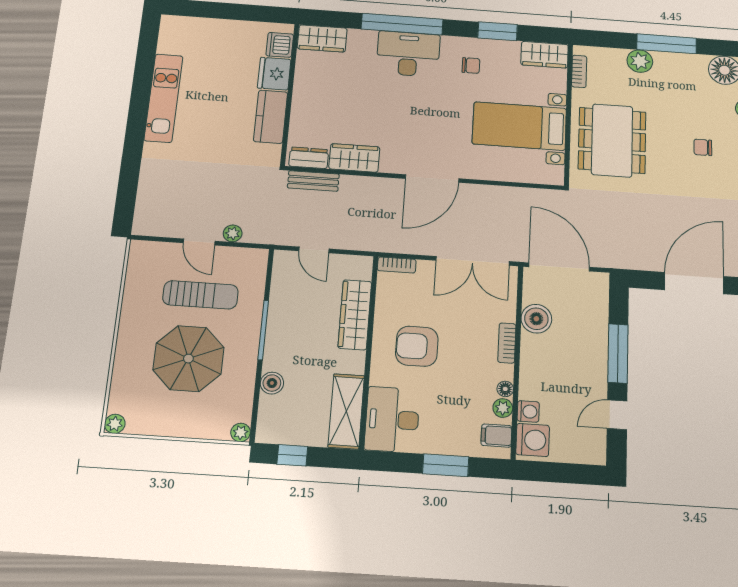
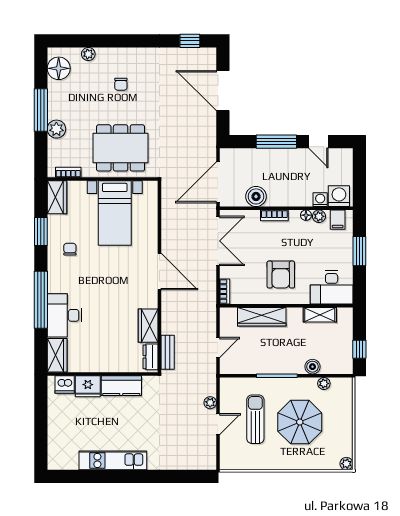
desk: (408, 54) -> (64, 315), moved
shelving: (346, 411) -> (320, 315), width x0.67, depth x0.75
plant: (241, 432) -> (324, 383), moved

